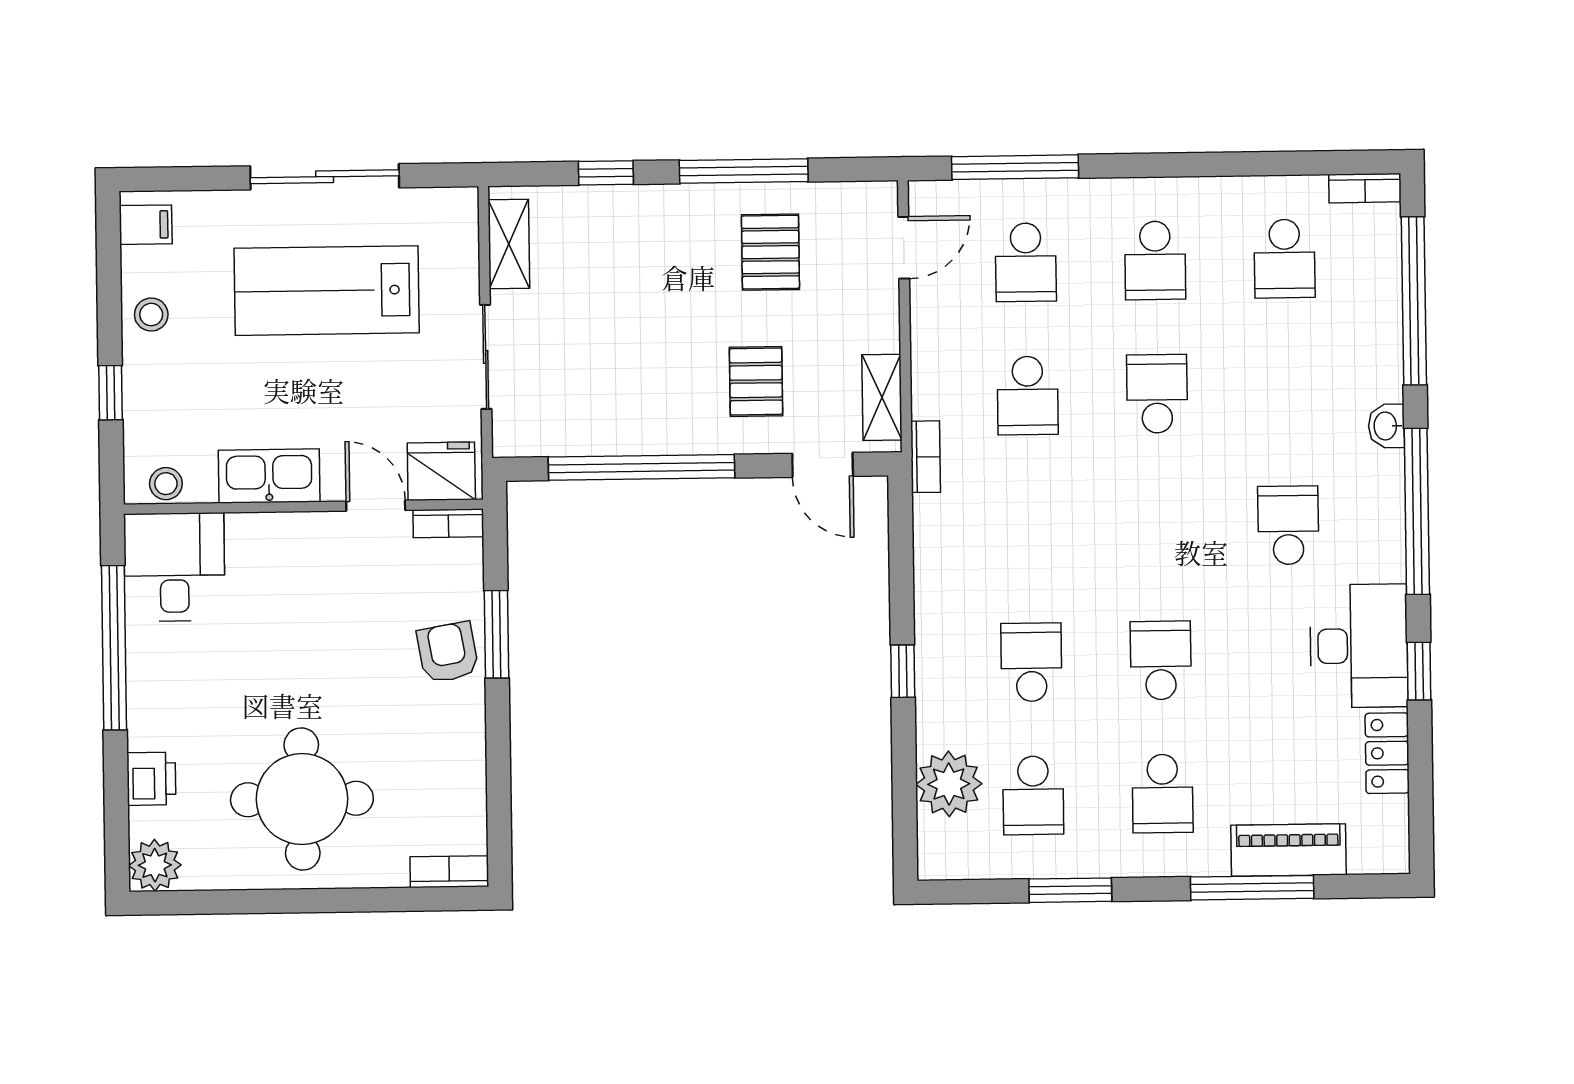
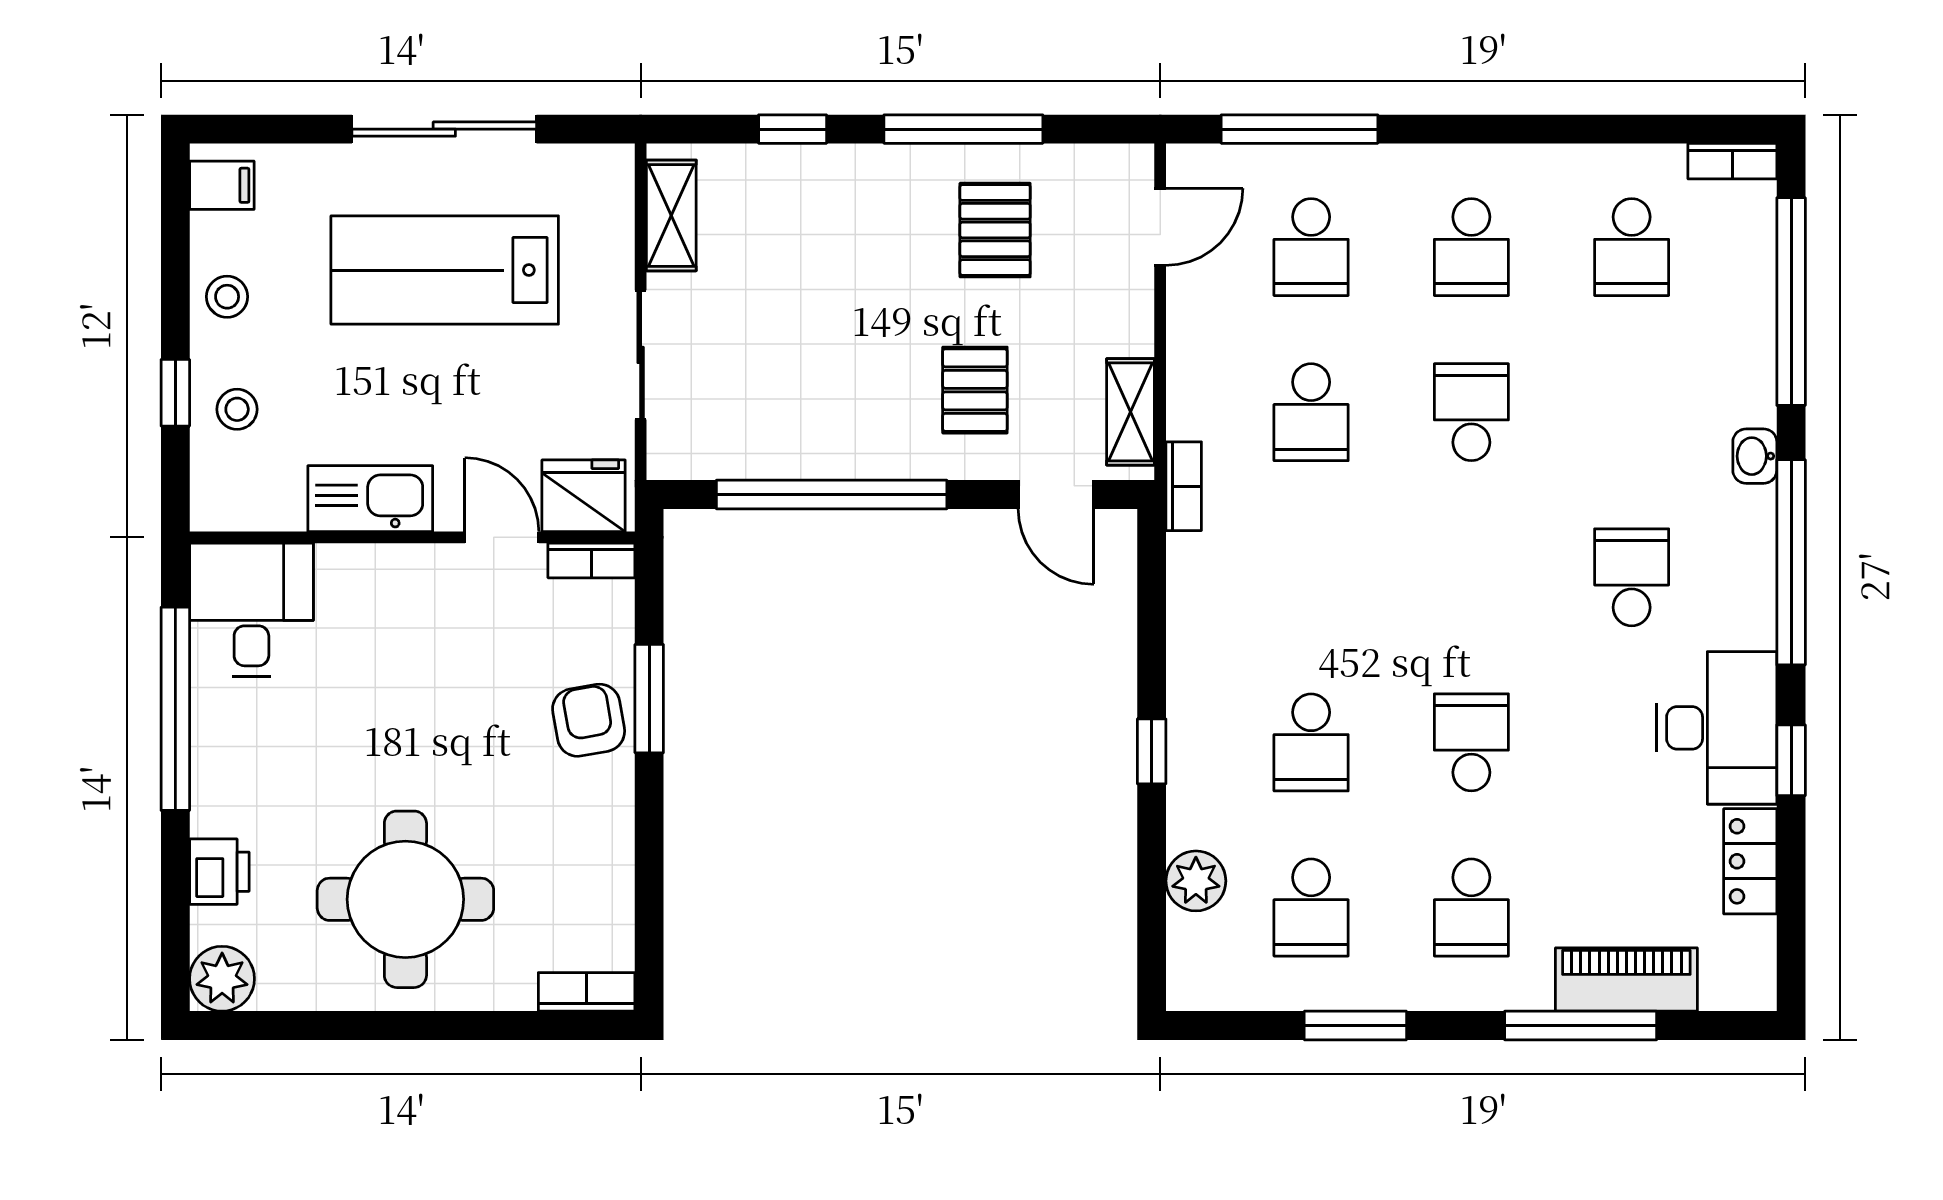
stool: (166, 484) -> (237, 409), moved
school desk: (1031, 662) -> (1311, 742), turned 180
plant: (949, 784) -> (1196, 881), width x0.73, depth x0.73

